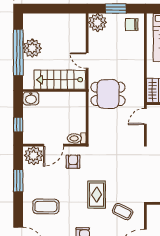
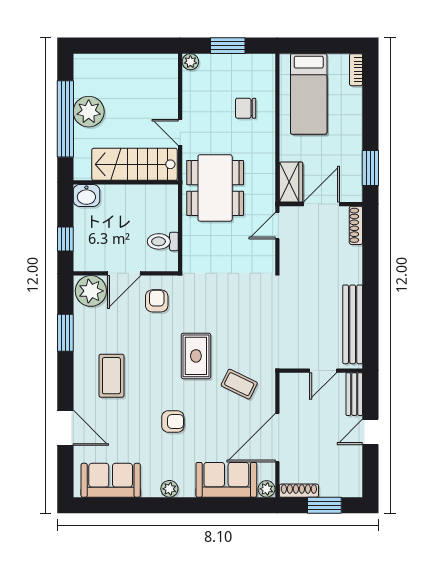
plant: (98, 23) -> (190, 62), width x0.53, depth x0.53
chair: (132, 25) -> (246, 108), moved
dining table: (108, 94) -> (215, 188), width x1.38
toilet: (77, 138) -> (163, 241), moved
coffee table: (46, 207) -> (111, 376), turned 90

